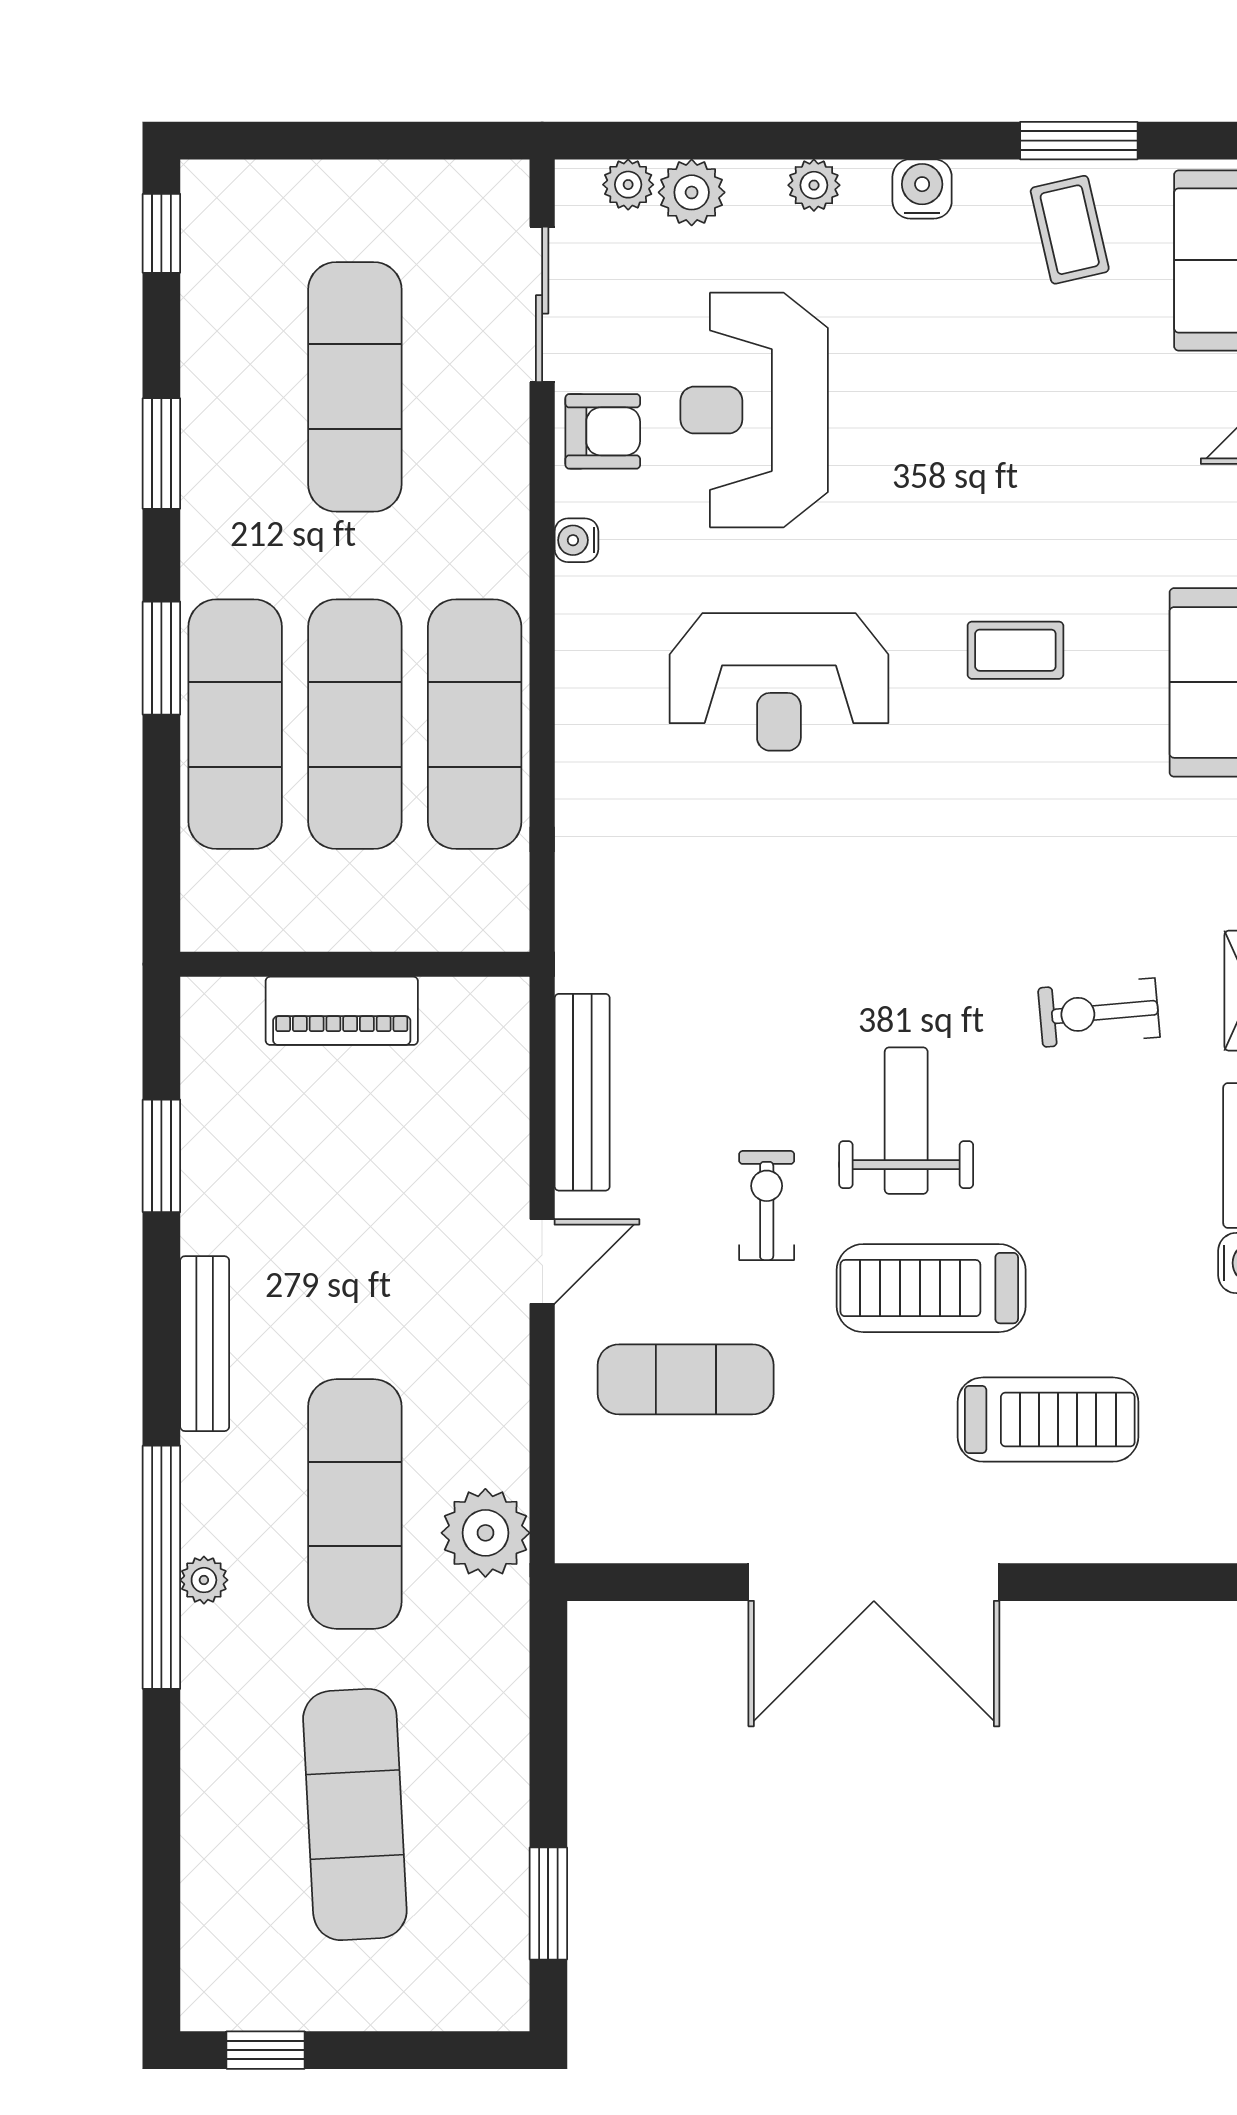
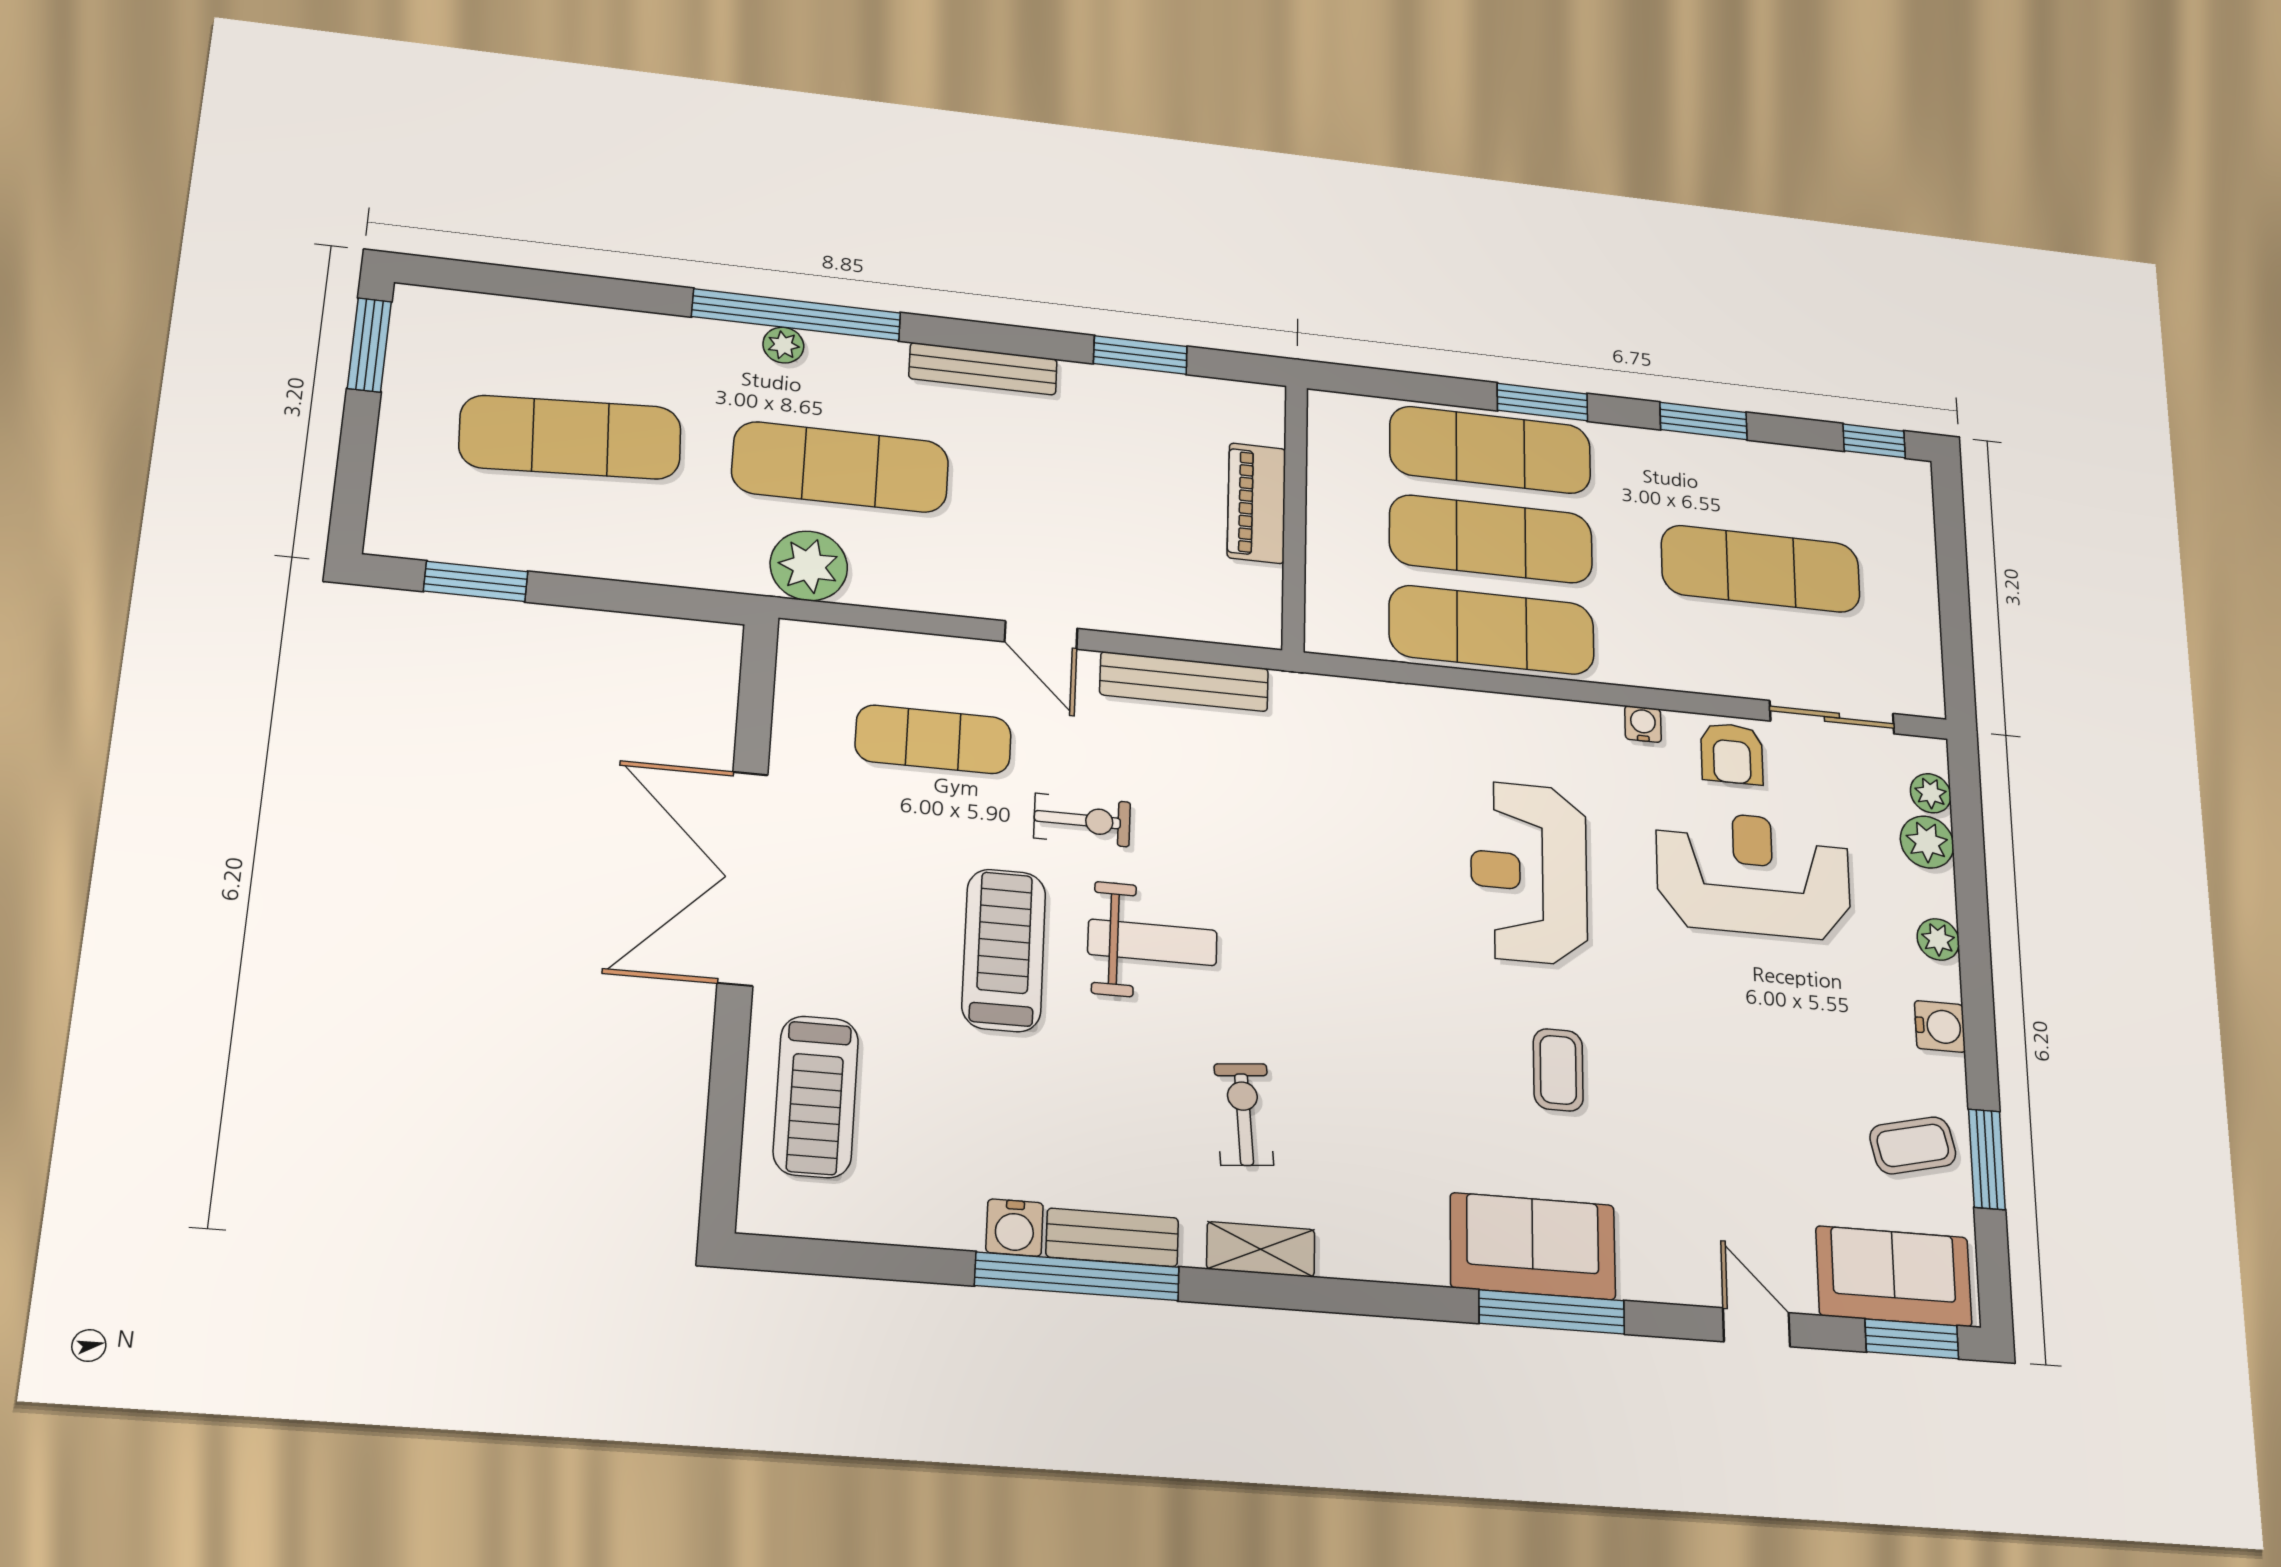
exercise mat: (686, 1379) -> (933, 739), turned 90
treadmill: (1048, 1420) -> (816, 1096), moved
window: (266, 2050) -> (369, 345), width x1.50

